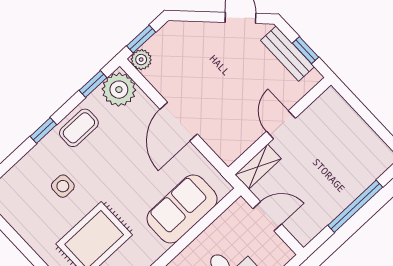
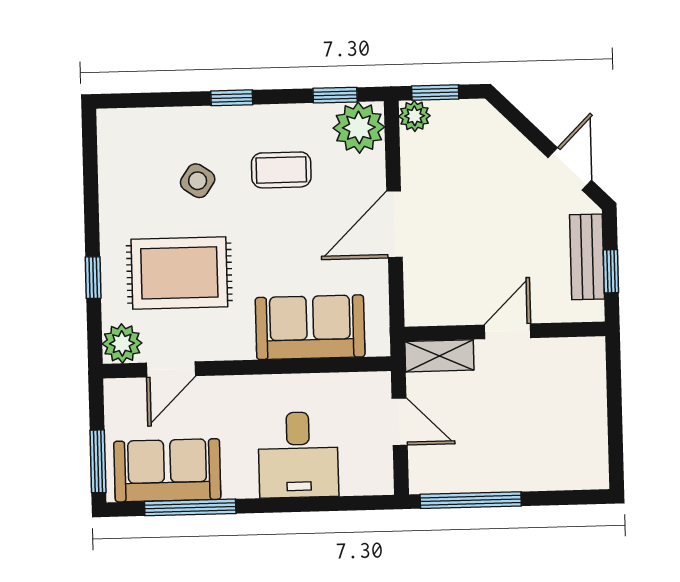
coffee table: (79, 128) -> (281, 170), moved
side table: (63, 186) -> (198, 181), turned 34
window: (355, 206) -> (471, 500), moved

